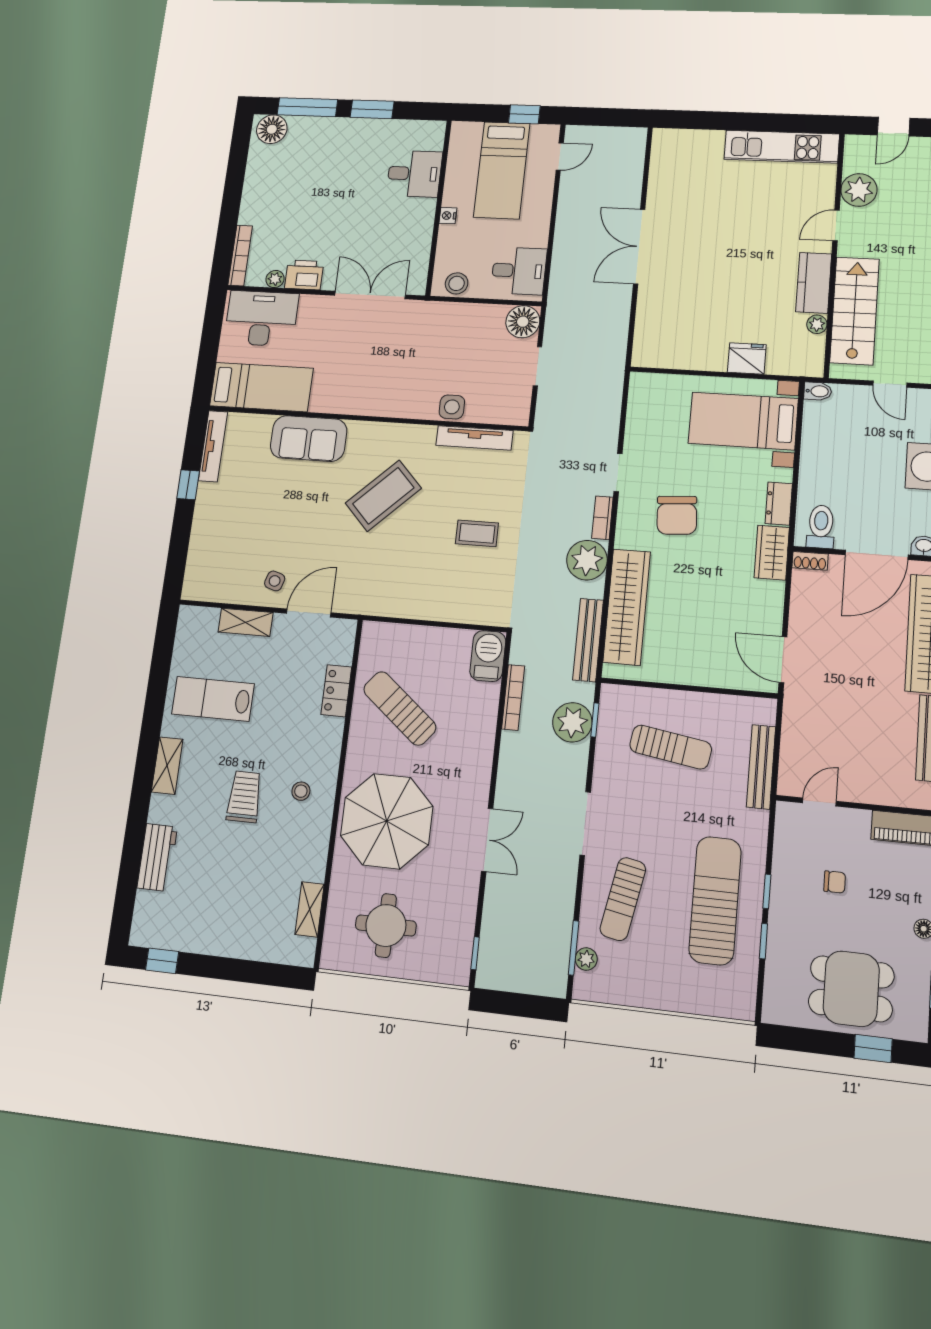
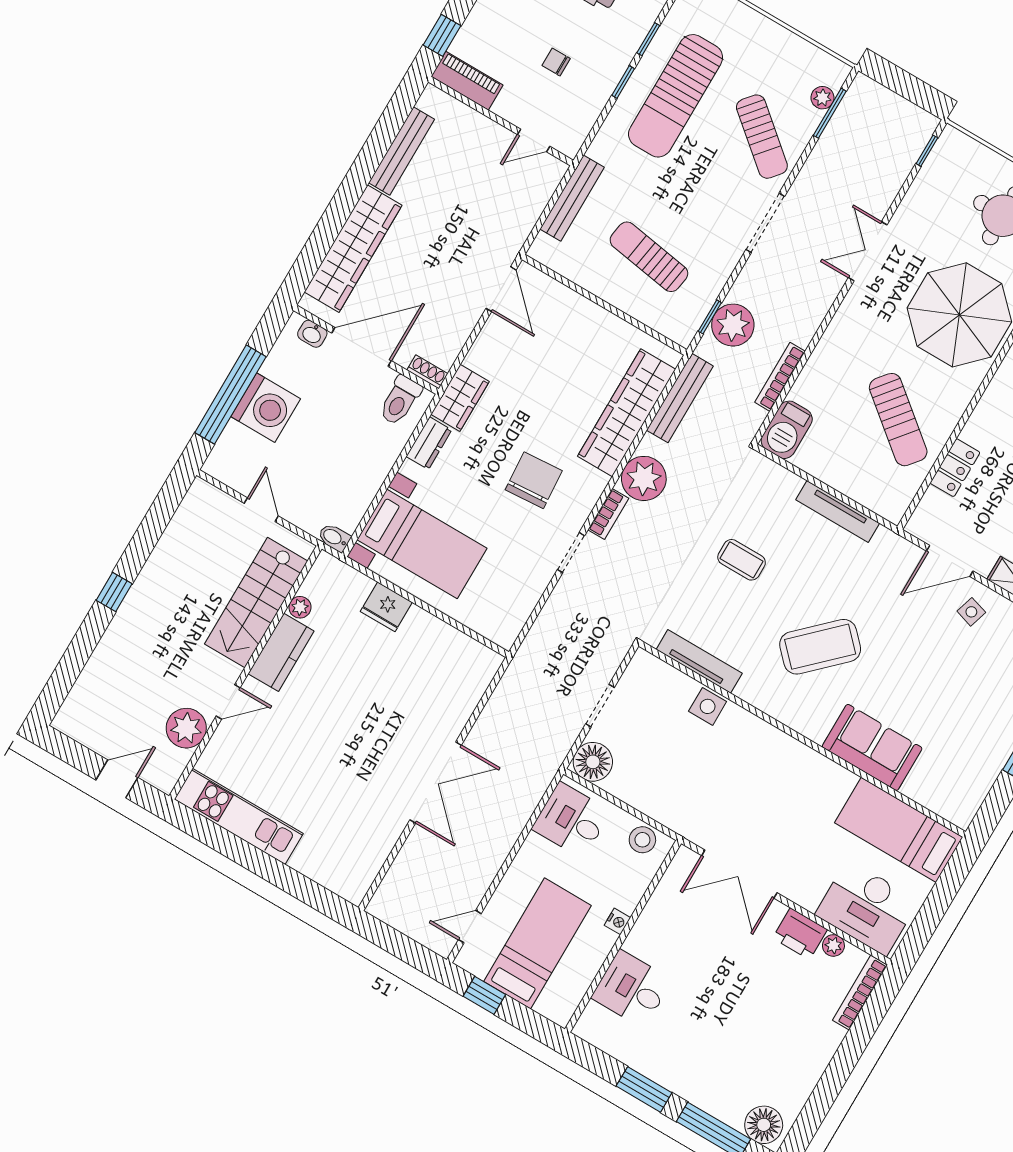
tv unit: (213, 446) -> (838, 511), moved, turned -90
sun lounger: (623, 899) -> (762, 137), turned 119

